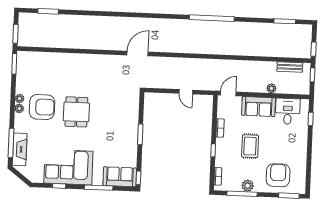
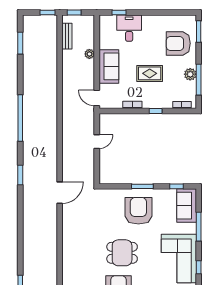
window: (156, 16) -> (20, 175), added
door: (138, 54) -> (60, 193), swing flipped
desk: (288, 111) -> (129, 28), moved, turned 90
armchair: (117, 130) -> (138, 211), added
window: (138, 178) -> (177, 186), moved

